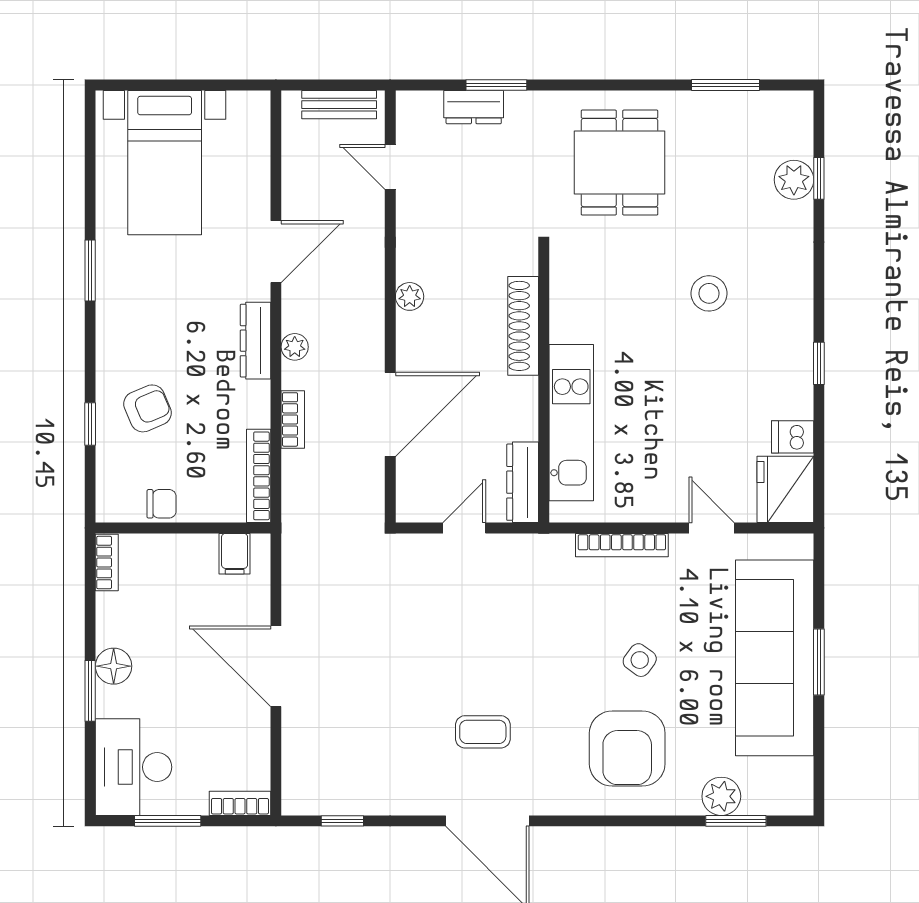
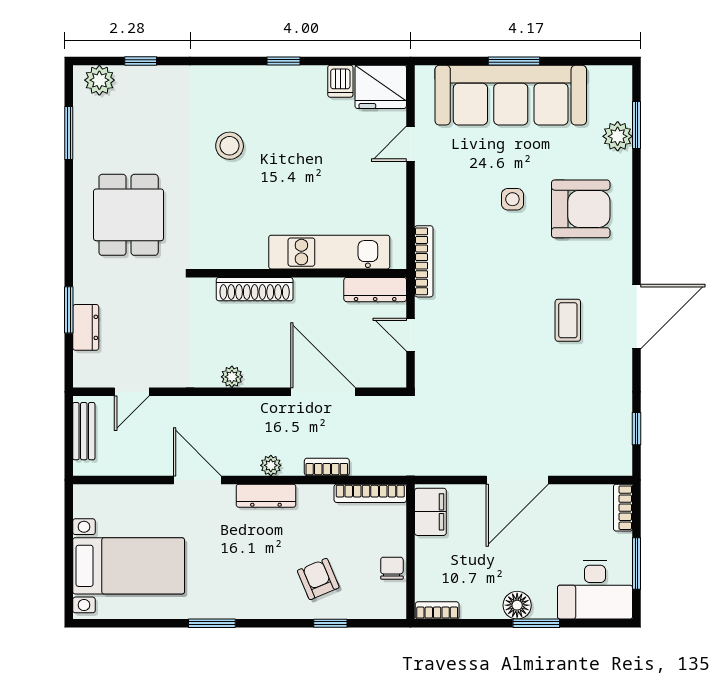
dining table: (620, 163) -> (129, 215), turned 90
plant: (794, 180) -> (99, 80), moved
bookcase: (622, 545) -> (424, 261), moved
filing cabinet: (235, 554) -> (430, 512), width x2.00
side table: (640, 660) -> (512, 199), turned -36

